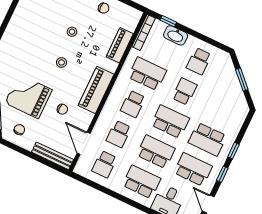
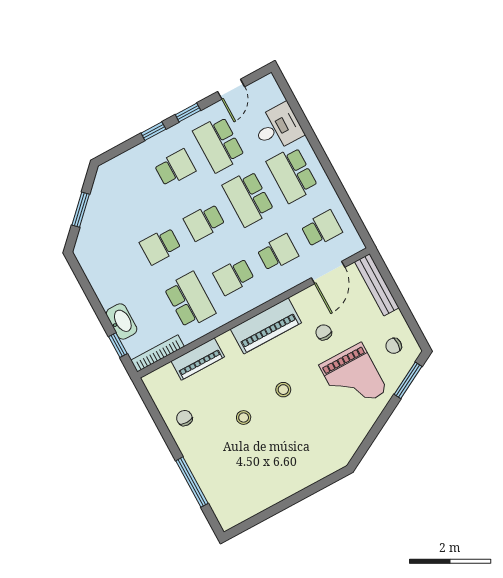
school desk: (199, 61) -> (116, 270), removed
school desk: (147, 74) -> (190, 300), turned 180
school desk: (133, 104) -> (234, 276), turned 180
school desk: (170, 122) -> (204, 222), width x0.54
school desk: (207, 139) -> (175, 168), width x0.54

